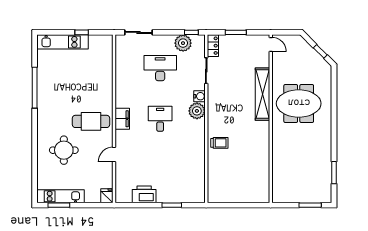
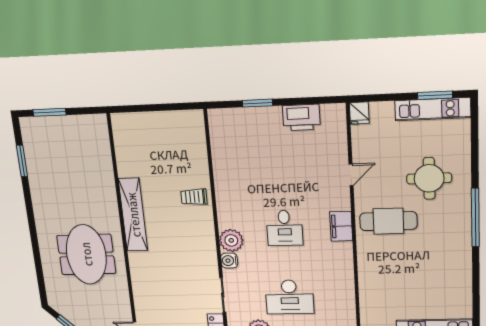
window: (35, 88) -> (475, 218), moved
shelving: (262, 94) -> (133, 215), moved
meeting table: (299, 103) -> (86, 254), turned 90

